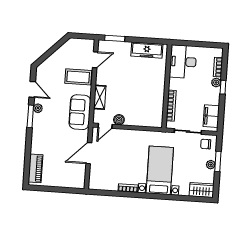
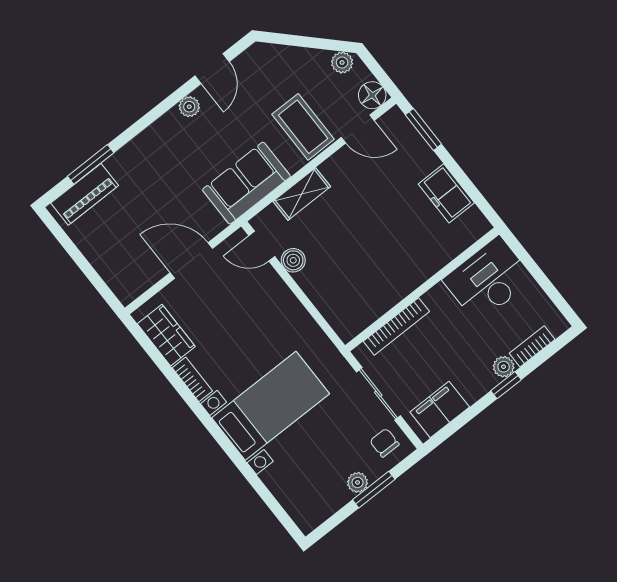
plant: (69, 45) -> (342, 62), added
floor lamp: (88, 45) -> (372, 95), added
freezer: (147, 50) -> (446, 193), width x0.71
window: (30, 116) -> (91, 164), moved
wardrobe: (202, 190) -> (166, 335), moved

